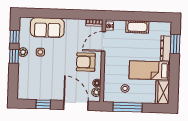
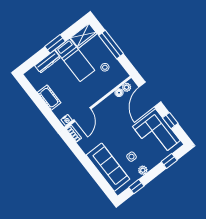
sofa: (47, 28) -> (108, 167), width x1.36
door: (104, 42) -> (82, 114), hinge flipped
window: (175, 44) -> (55, 44), moved
window: (14, 56) -> (169, 161), moved
armchair: (86, 62) -> (110, 115), removed
corner sofa: (42, 86) -> (156, 134), added
window: (128, 107) -> (111, 45), moved

